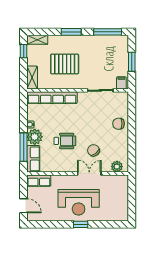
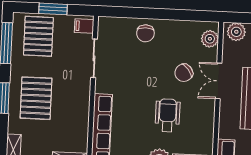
pallet: (113, 53) -> (38, 36), added
pallet: (65, 64) -> (36, 98), moved
plant: (122, 184) -> (236, 32), added

